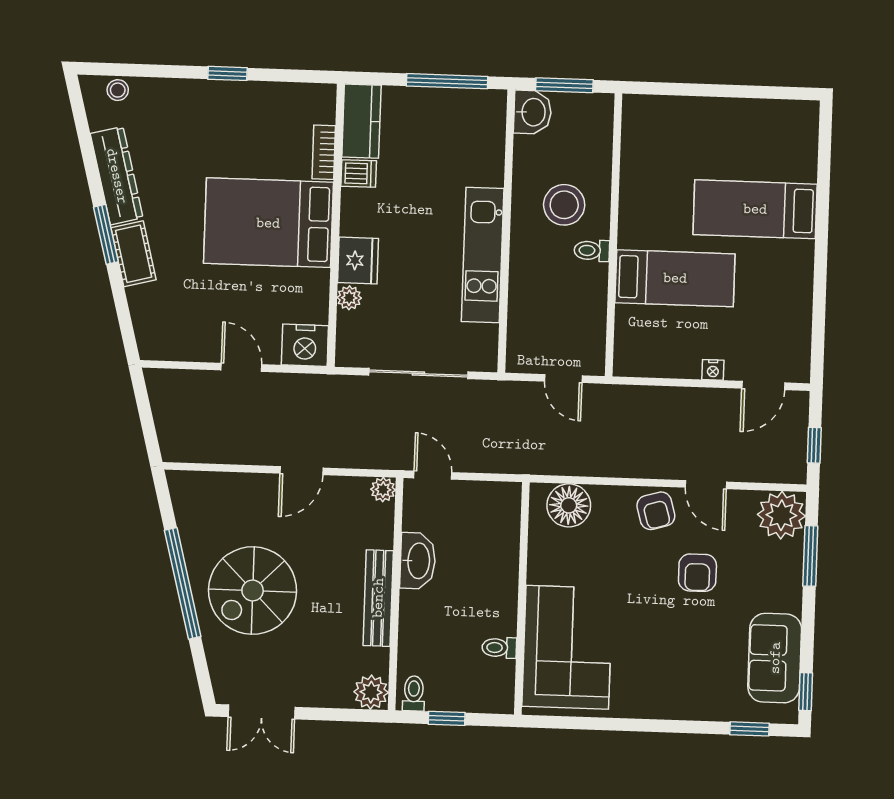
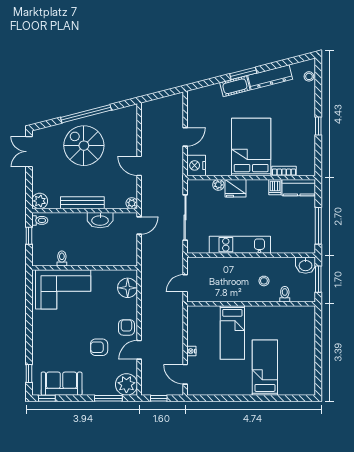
stool: (564, 205) -> (264, 281), width x0.53, depth x0.53
toilet: (592, 251) -> (285, 294), moved
armchair: (656, 511) -> (126, 327), turned 106

